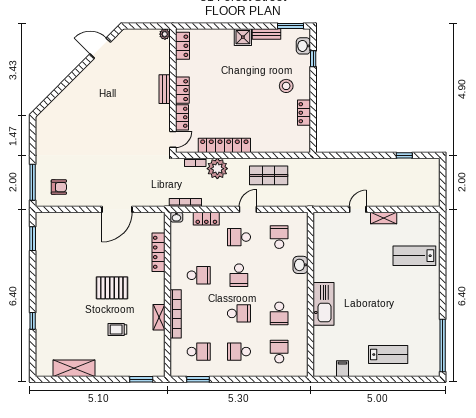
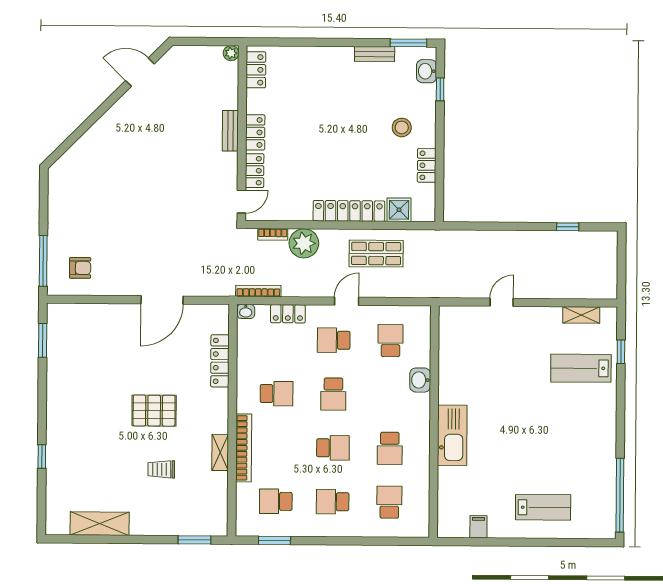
shower: (243, 37) -> (399, 210), moved
locker: (224, 145) -> (349, 211), moved
shelving: (384, 218) -> (581, 315), moved
window: (443, 244) -> (621, 352), added
school desk: (199, 352) -> (276, 501), turned 180

